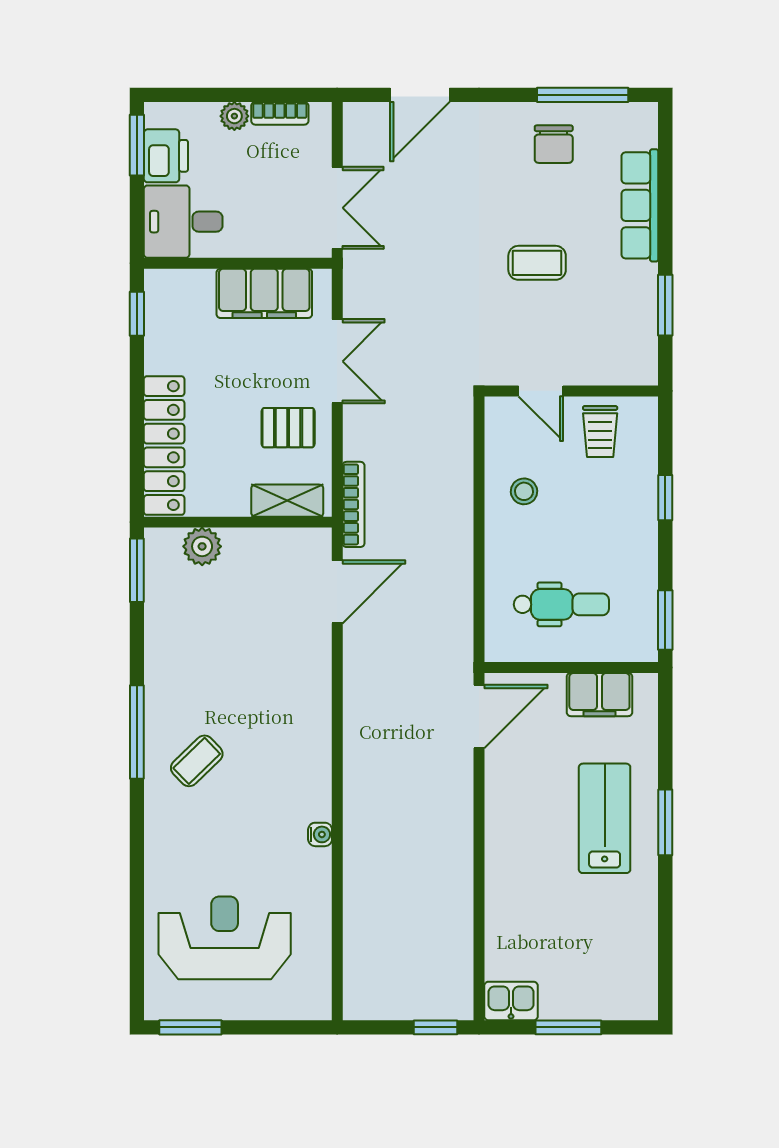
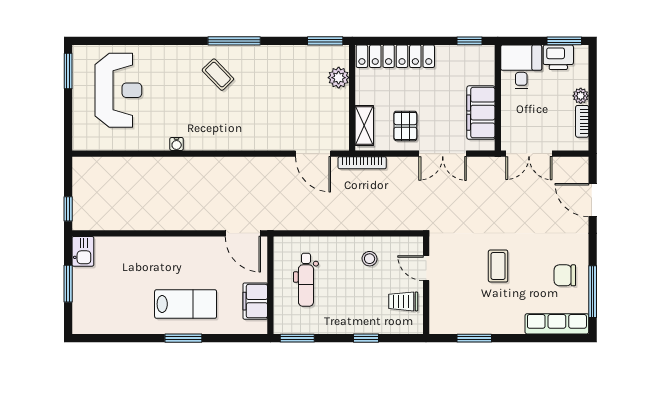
row of seats: (640, 205) -> (557, 324), moved
door: (541, 391) -> (426, 268), hinge flipped

